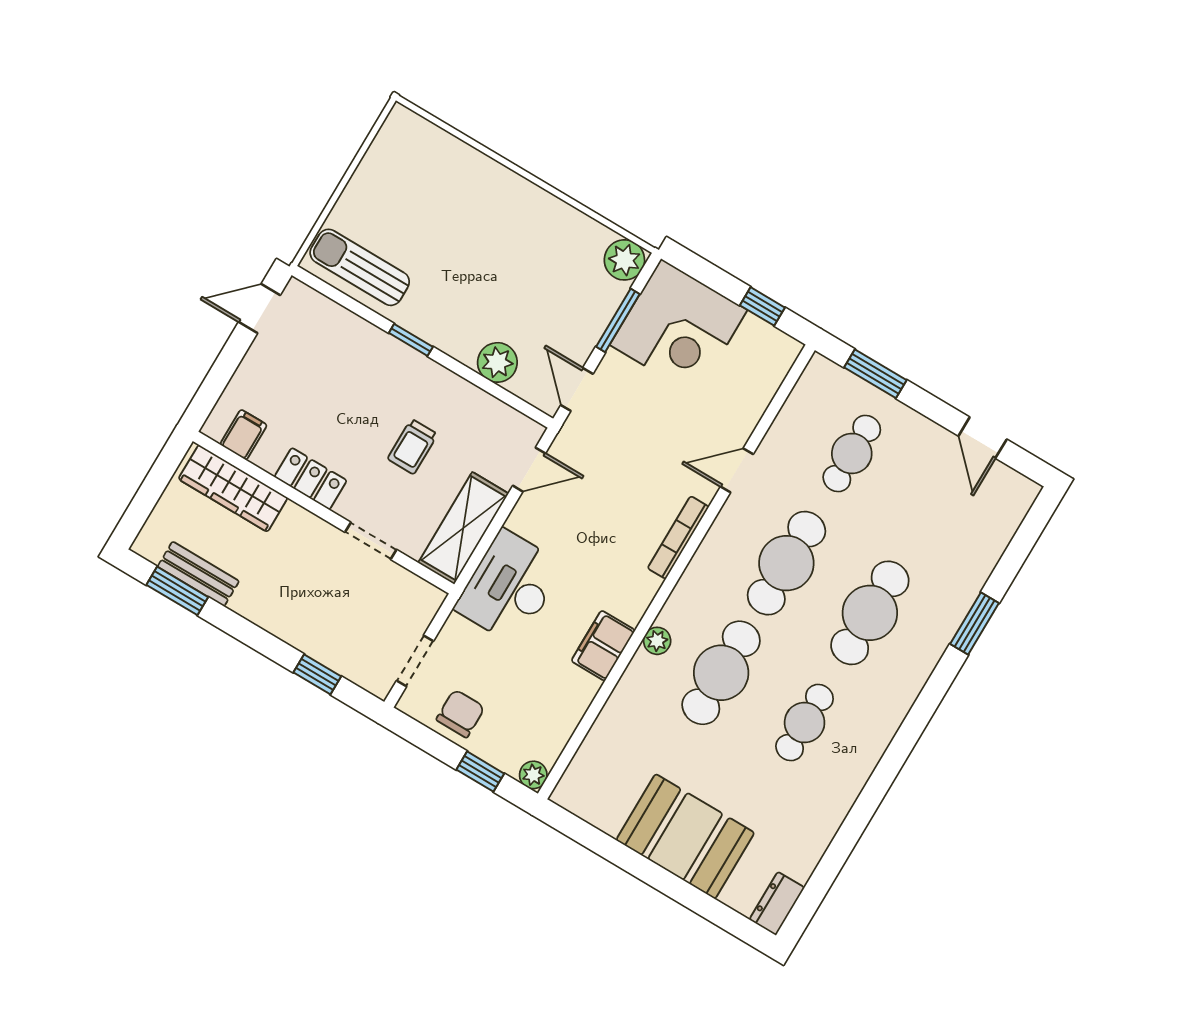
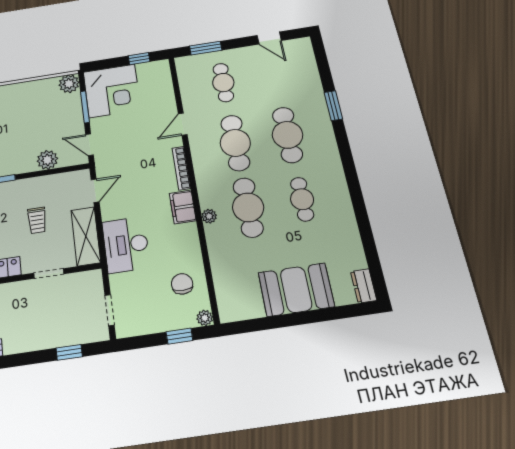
filing cabinet: (603, 646) -> (183, 207), moved
chair: (461, 714) -> (182, 284), moved

